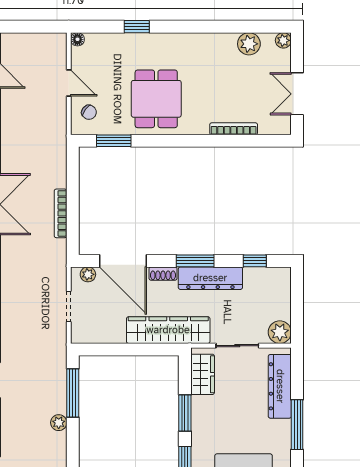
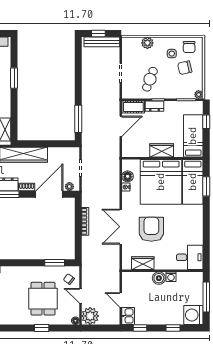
dining table: (156, 99) -> (43, 299), moved
door: (123, 261) -> (49, 194), hinge flipped
window: (185, 413) -> (14, 107), removed
plant: (59, 423) -> (90, 316), moved, width x1.88, depth x1.88

